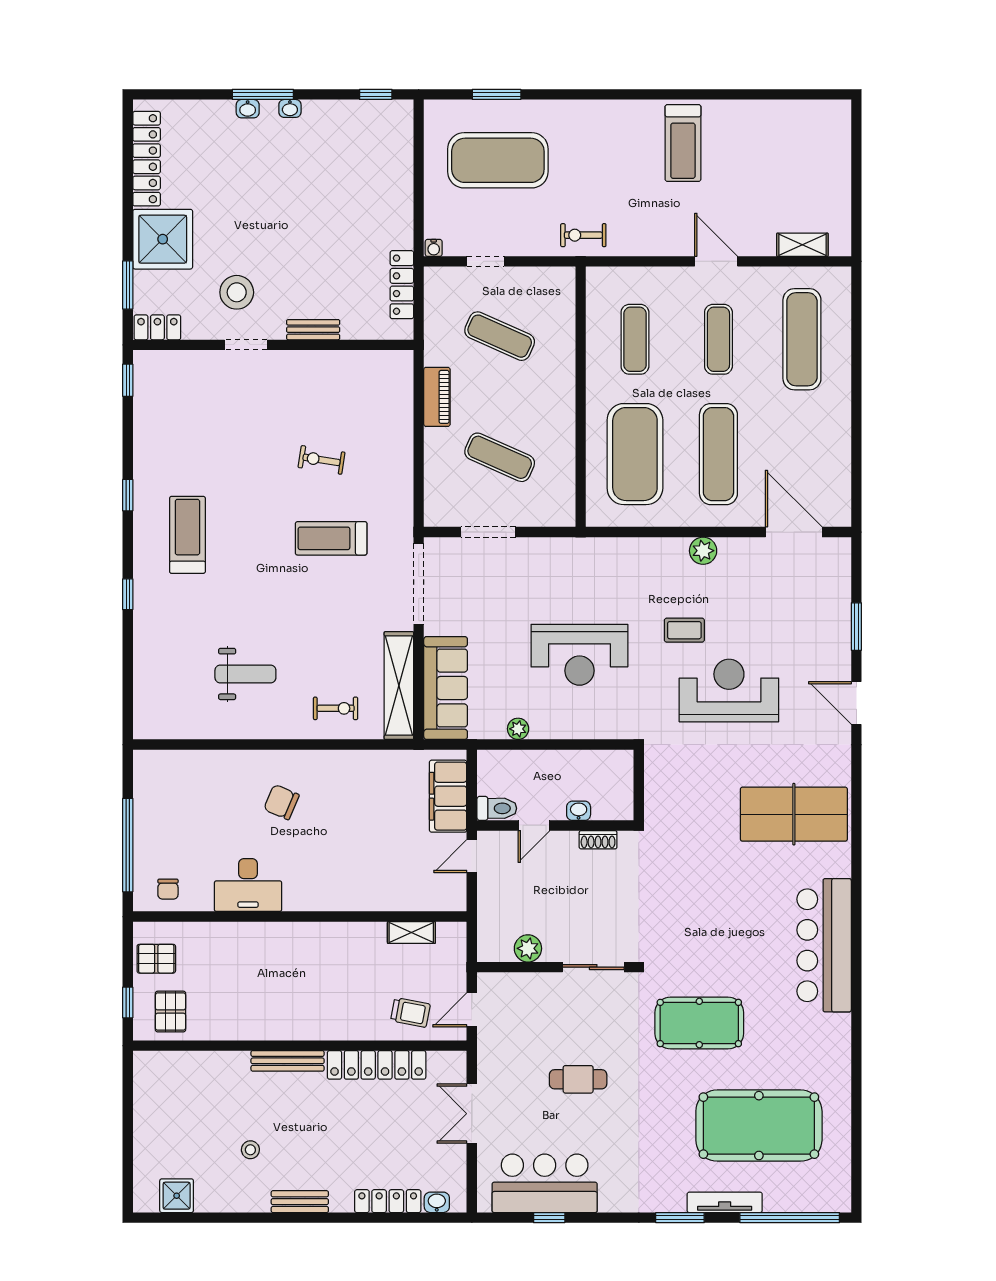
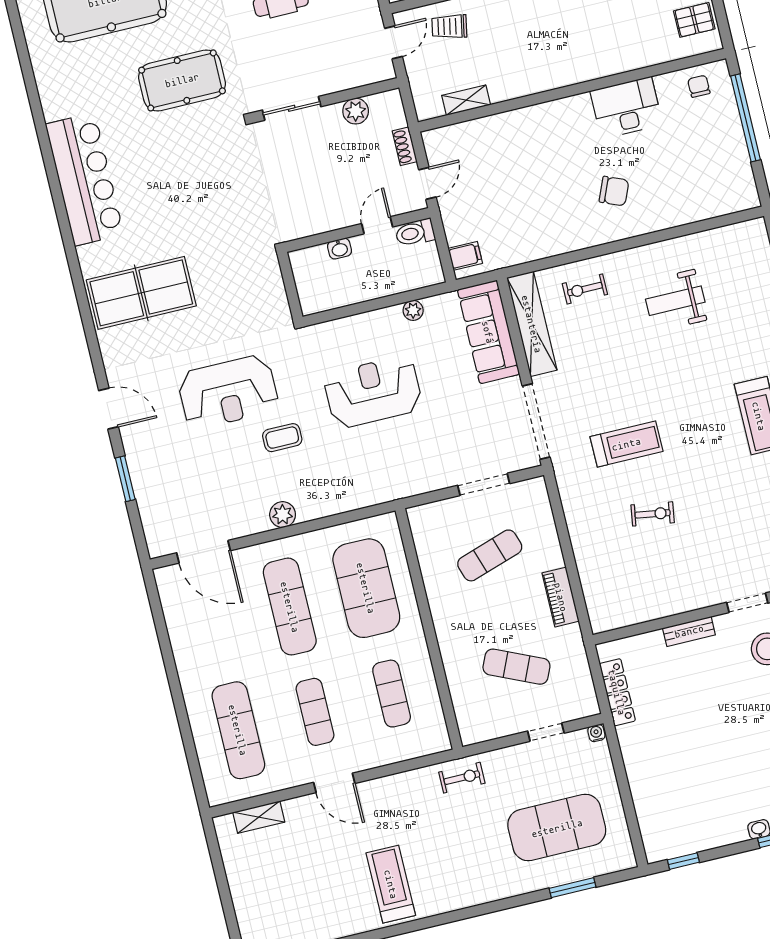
exercise mat: (500, 457) -> (490, 555), turned -42
filing cabinet: (448, 796) -> (465, 256), width x0.33, depth x0.86
shoe rack: (598, 840) -> (405, 146), moved, turned -90

